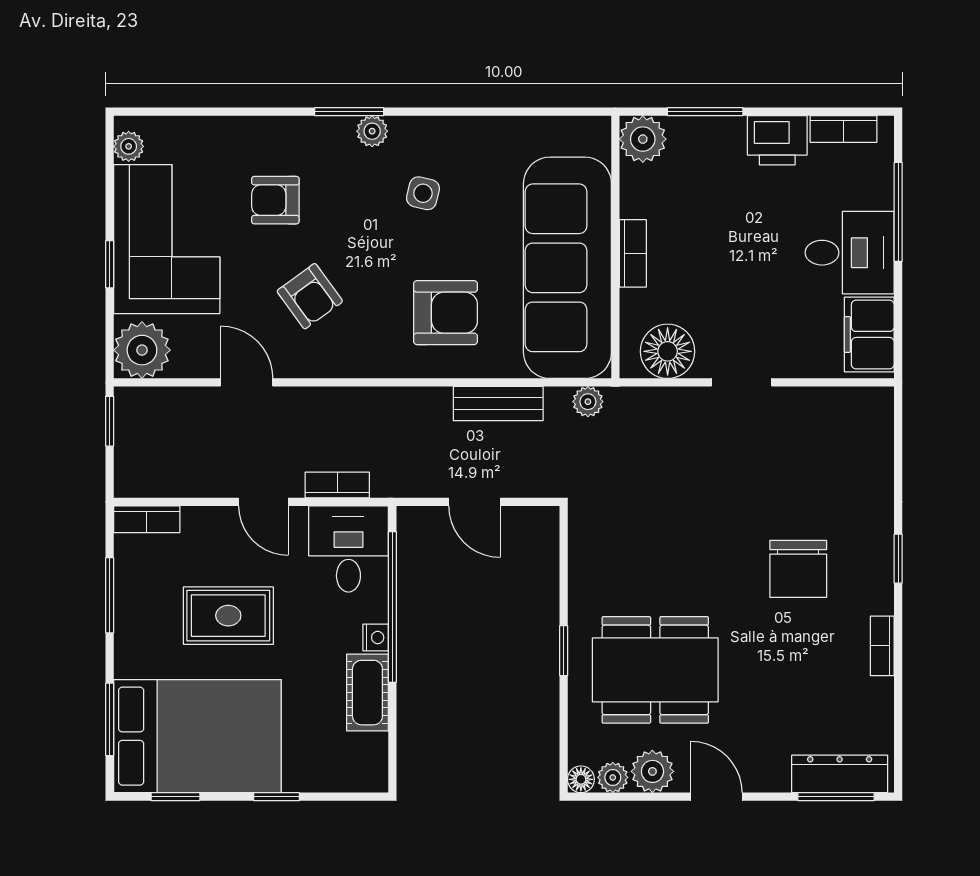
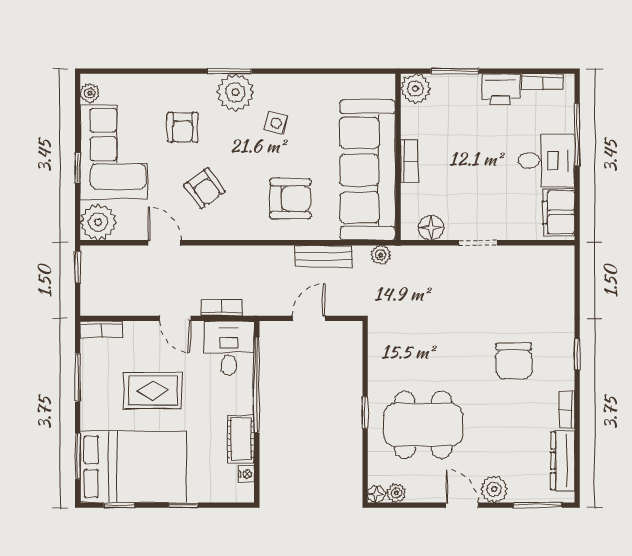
plant: (372, 131) -> (235, 92), width x1.88, depth x1.88
armchair: (275, 200) -> (183, 127), turned -90
floor lamp: (668, 351) -> (431, 228), width x0.73, depth x0.73
door: (475, 502) -> (309, 318), swing flipped
nightstand: (376, 637) -> (246, 474), moved
plant: (652, 771) -> (494, 489), moved
dresser: (840, 774) -> (563, 461), moved, turned -90

